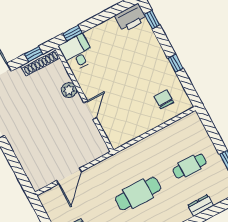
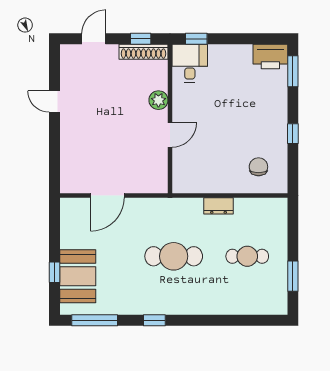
window: (152, 20) -> (293, 71), width x1.50
dresser: (200, 205) -> (219, 206), moved, turned 180

